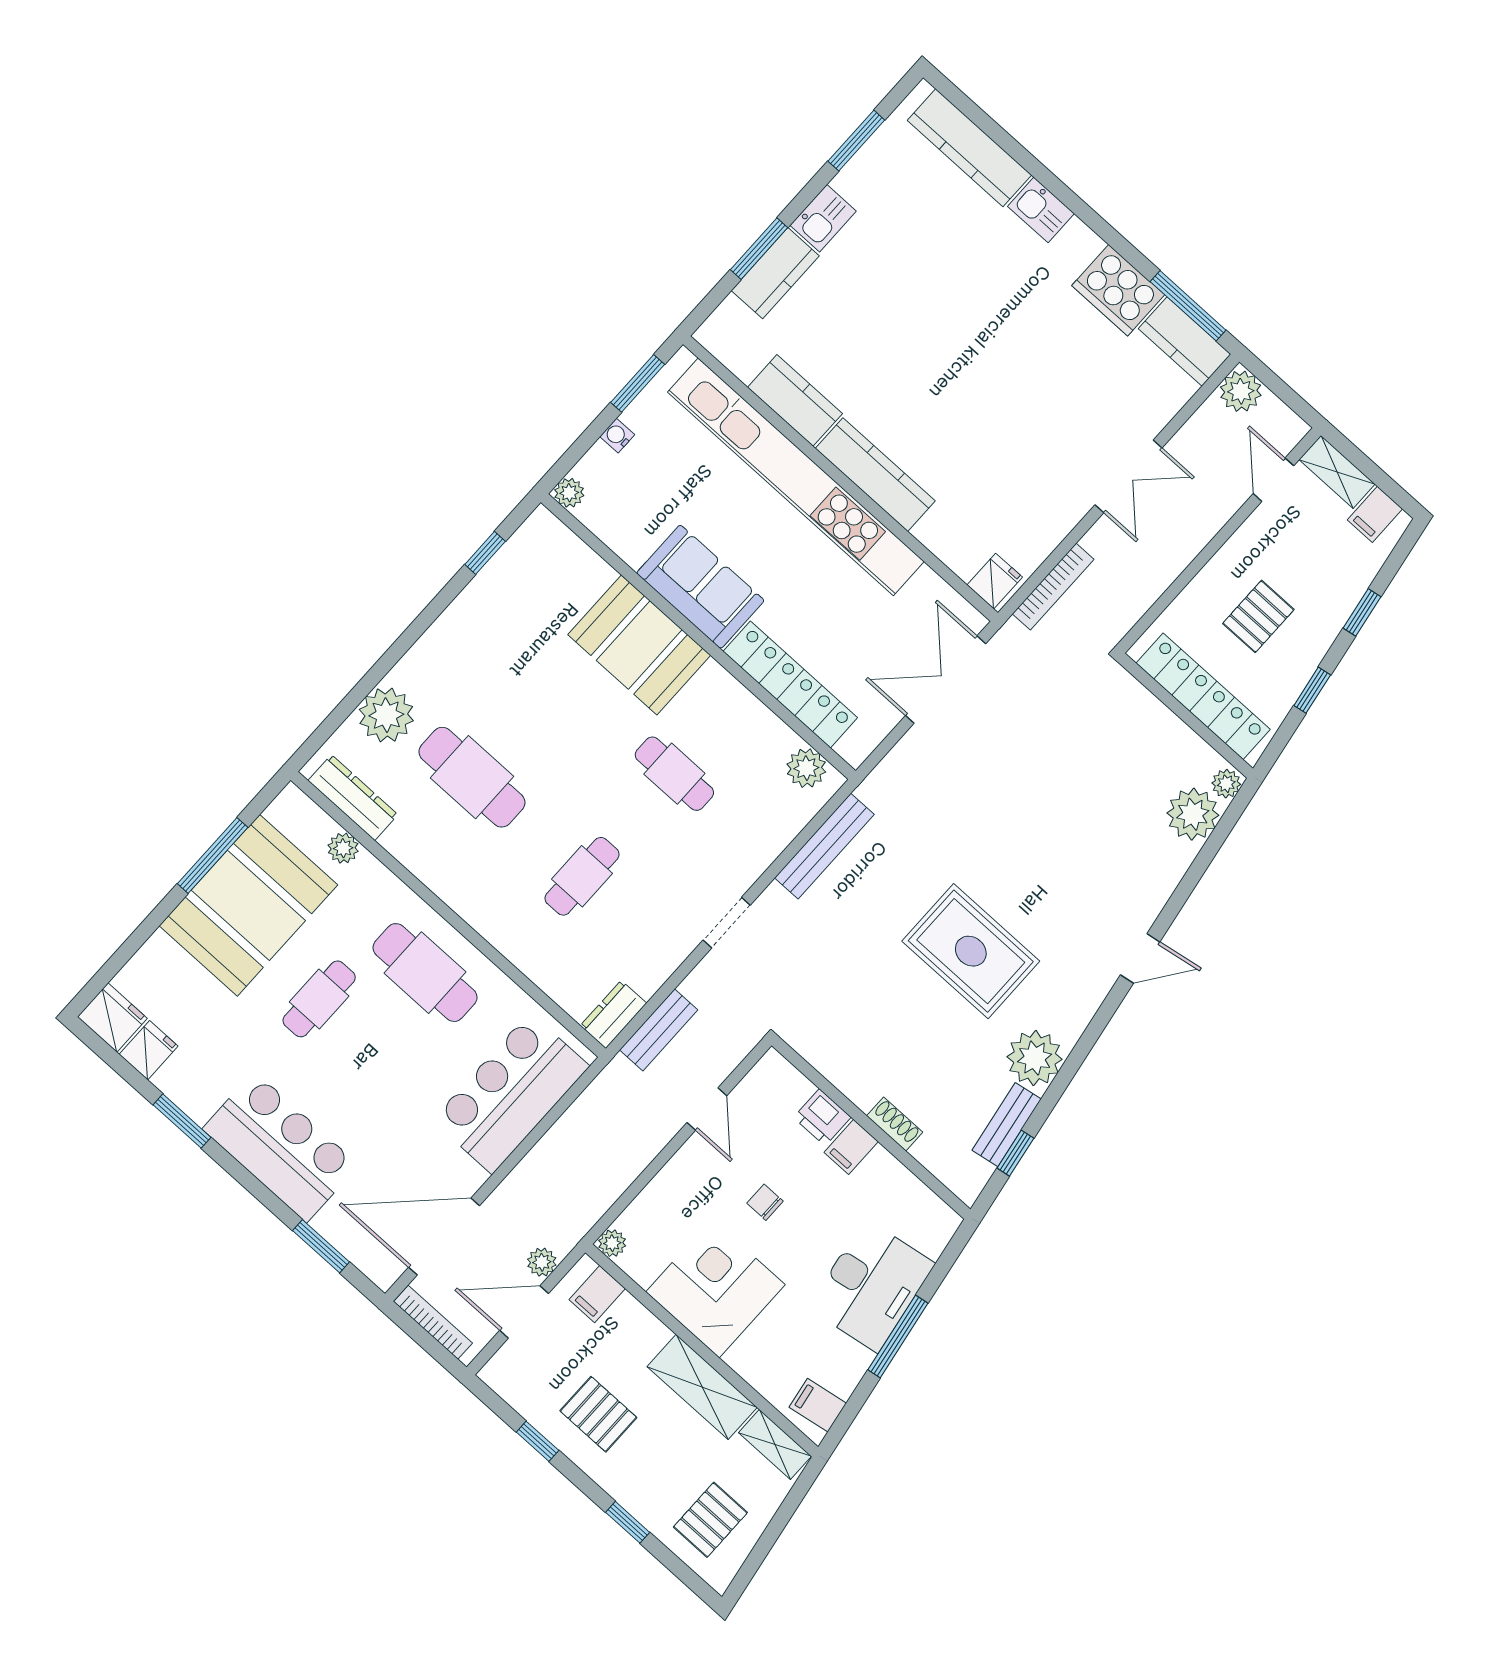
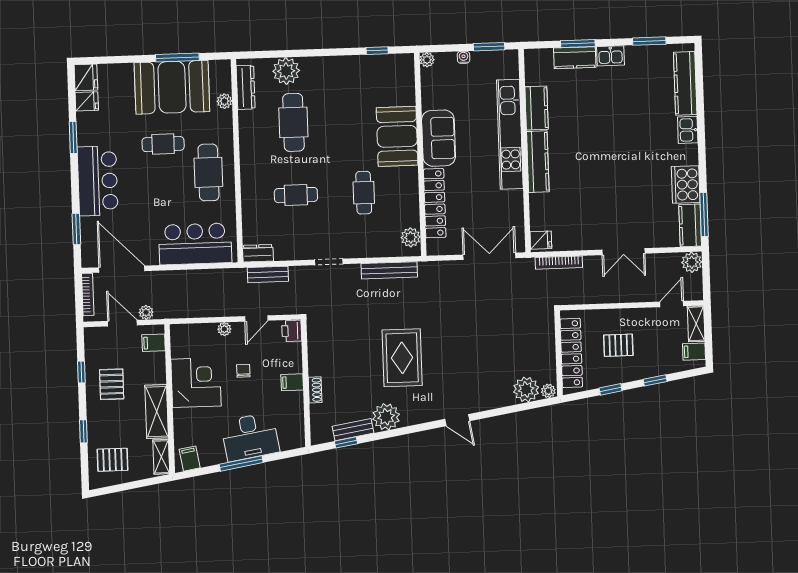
kitchen unit: (796, 477) -> (510, 134), width x0.73
printer: (822, 1117) -> (292, 331), moved
plant: (612, 1243) -> (224, 329), moved

